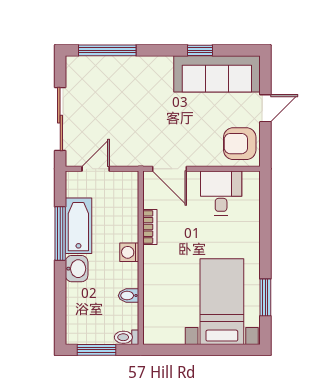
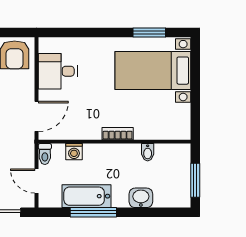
bookcase: (150, 227) -> (118, 134), moved
washing machine: (129, 252) -> (74, 152), moved
washbasin: (77, 269) -> (141, 198), moved
toilet: (127, 337) -> (45, 154), moved

